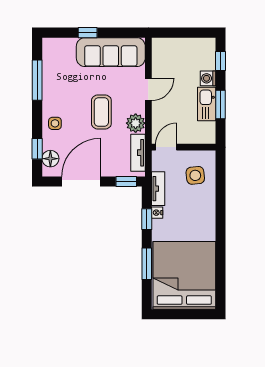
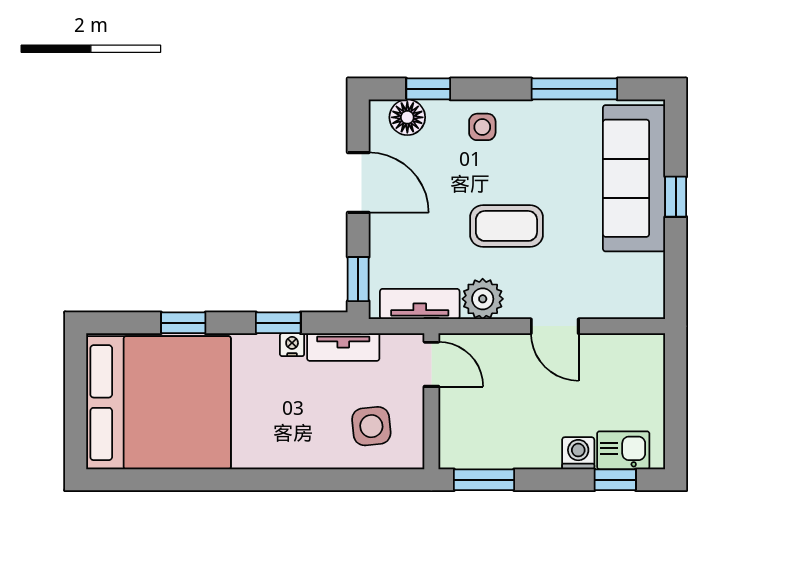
sofa: (111, 52) -> (634, 178), moved
kitchen sink: (207, 104) -> (623, 450), moved, width x0.73
window: (220, 104) -> (484, 480), moved
door: (81, 182) -> (358, 183), width x0.73
window: (147, 264) -> (183, 323), width x0.67

